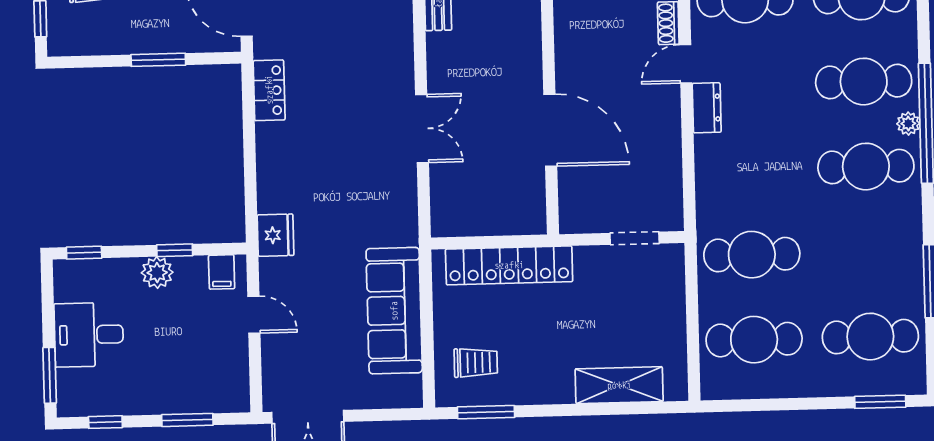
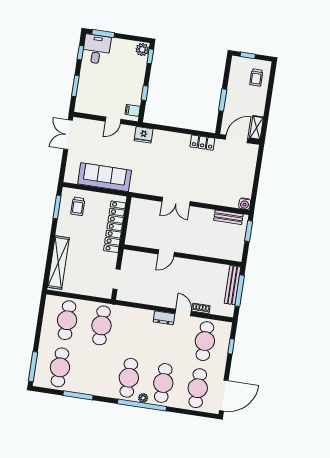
door: (550, 130) -> (166, 253), width x0.53
plant: (157, 273) -> (142, 50), moved
desk: (89, 335) -> (97, 49), moved
shelving: (619, 385) -> (58, 263), width x1.47
window: (880, 402) -> (33, 367), width x1.44

